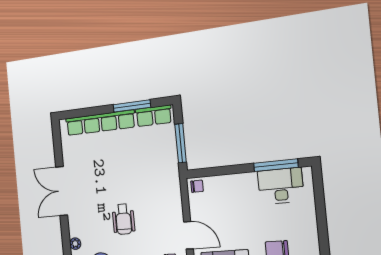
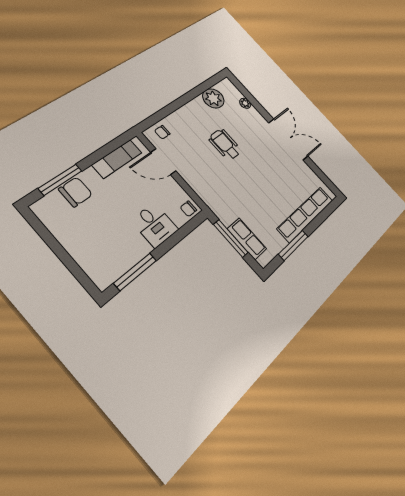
row of seats: (154, 116) -> (247, 239), moved, turned 90
desk: (281, 186) -> (155, 225), moved, width x0.73

